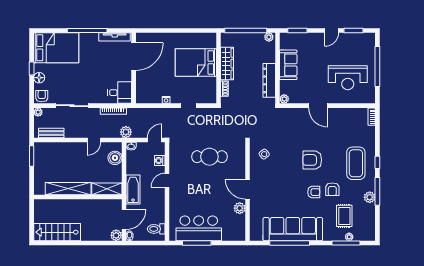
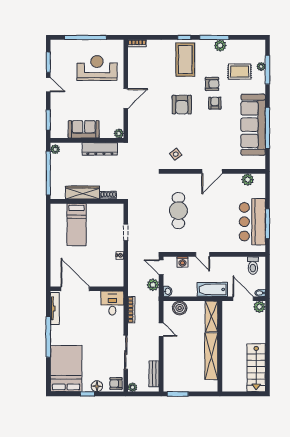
bed: (196, 62) -> (77, 225), width x0.67
reception desk: (348, 78) -> (97, 68), turned -90
plant: (126, 132) -> (153, 285), moved
coffee table: (356, 163) -> (185, 60), turned 90
plant: (240, 208) -> (248, 180), moved

